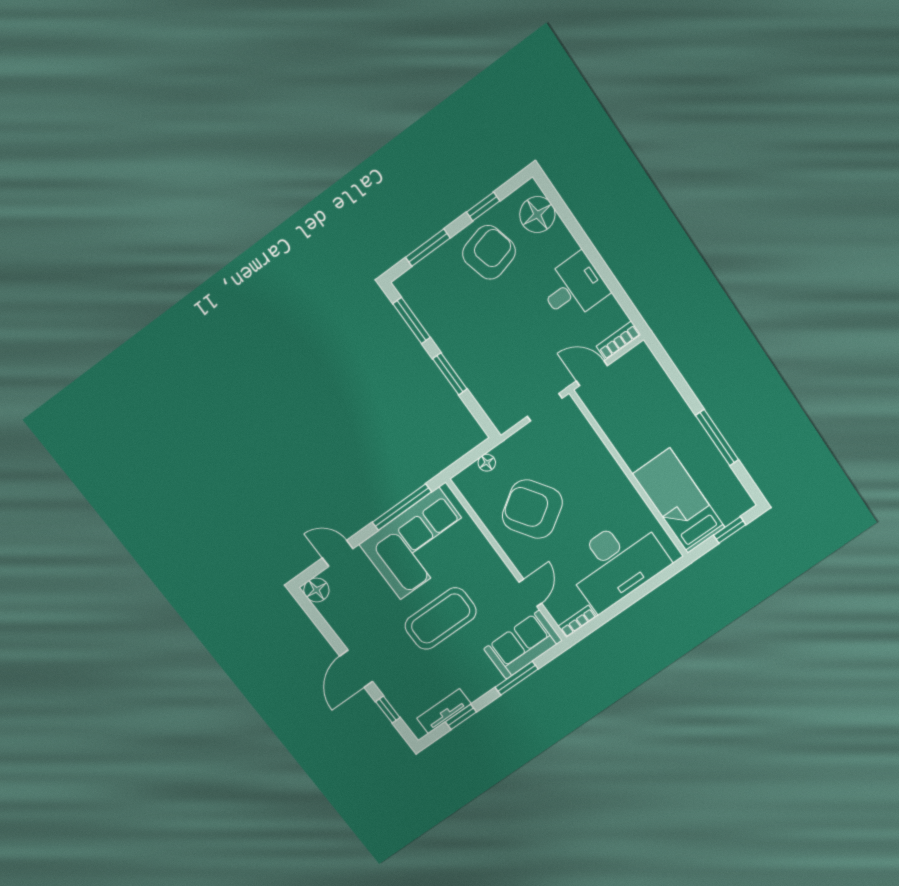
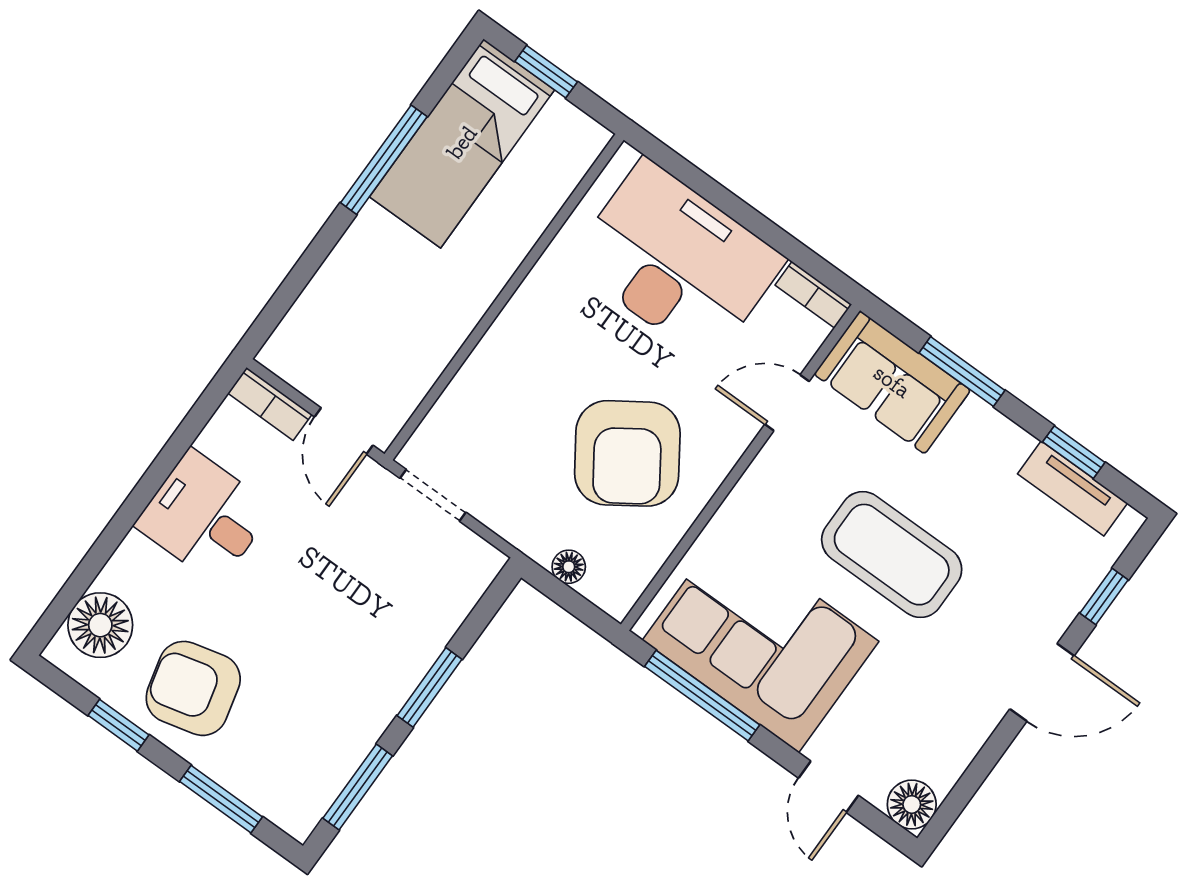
bed: (679, 501) -> (462, 143), moved

